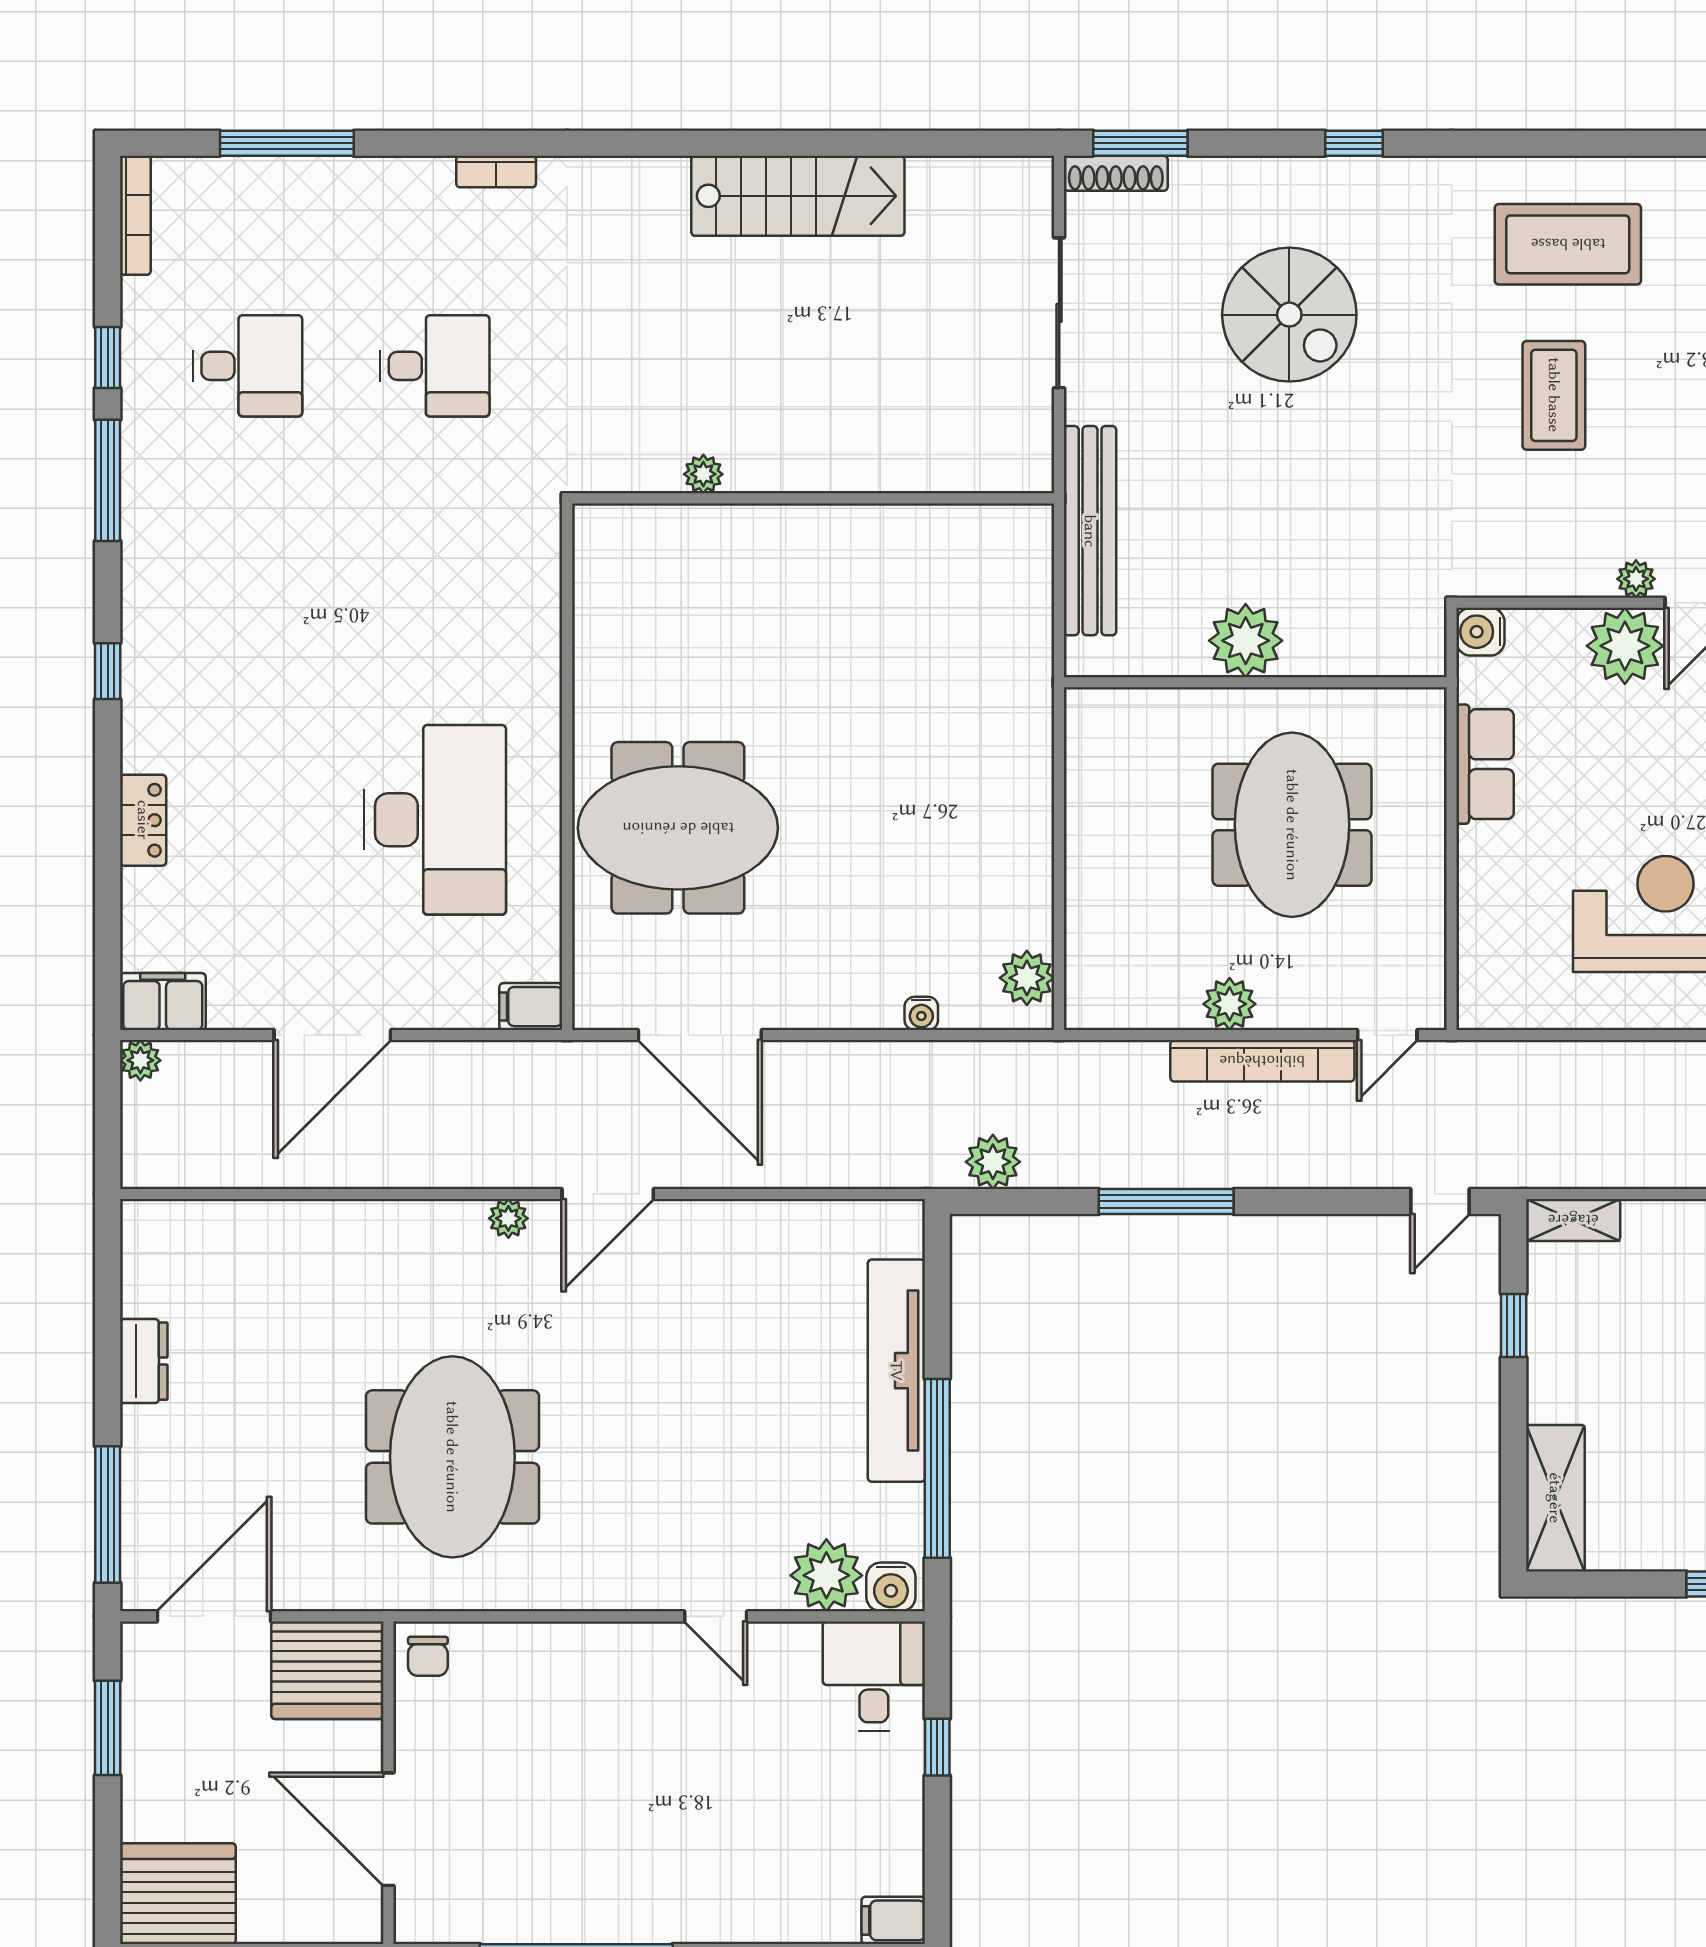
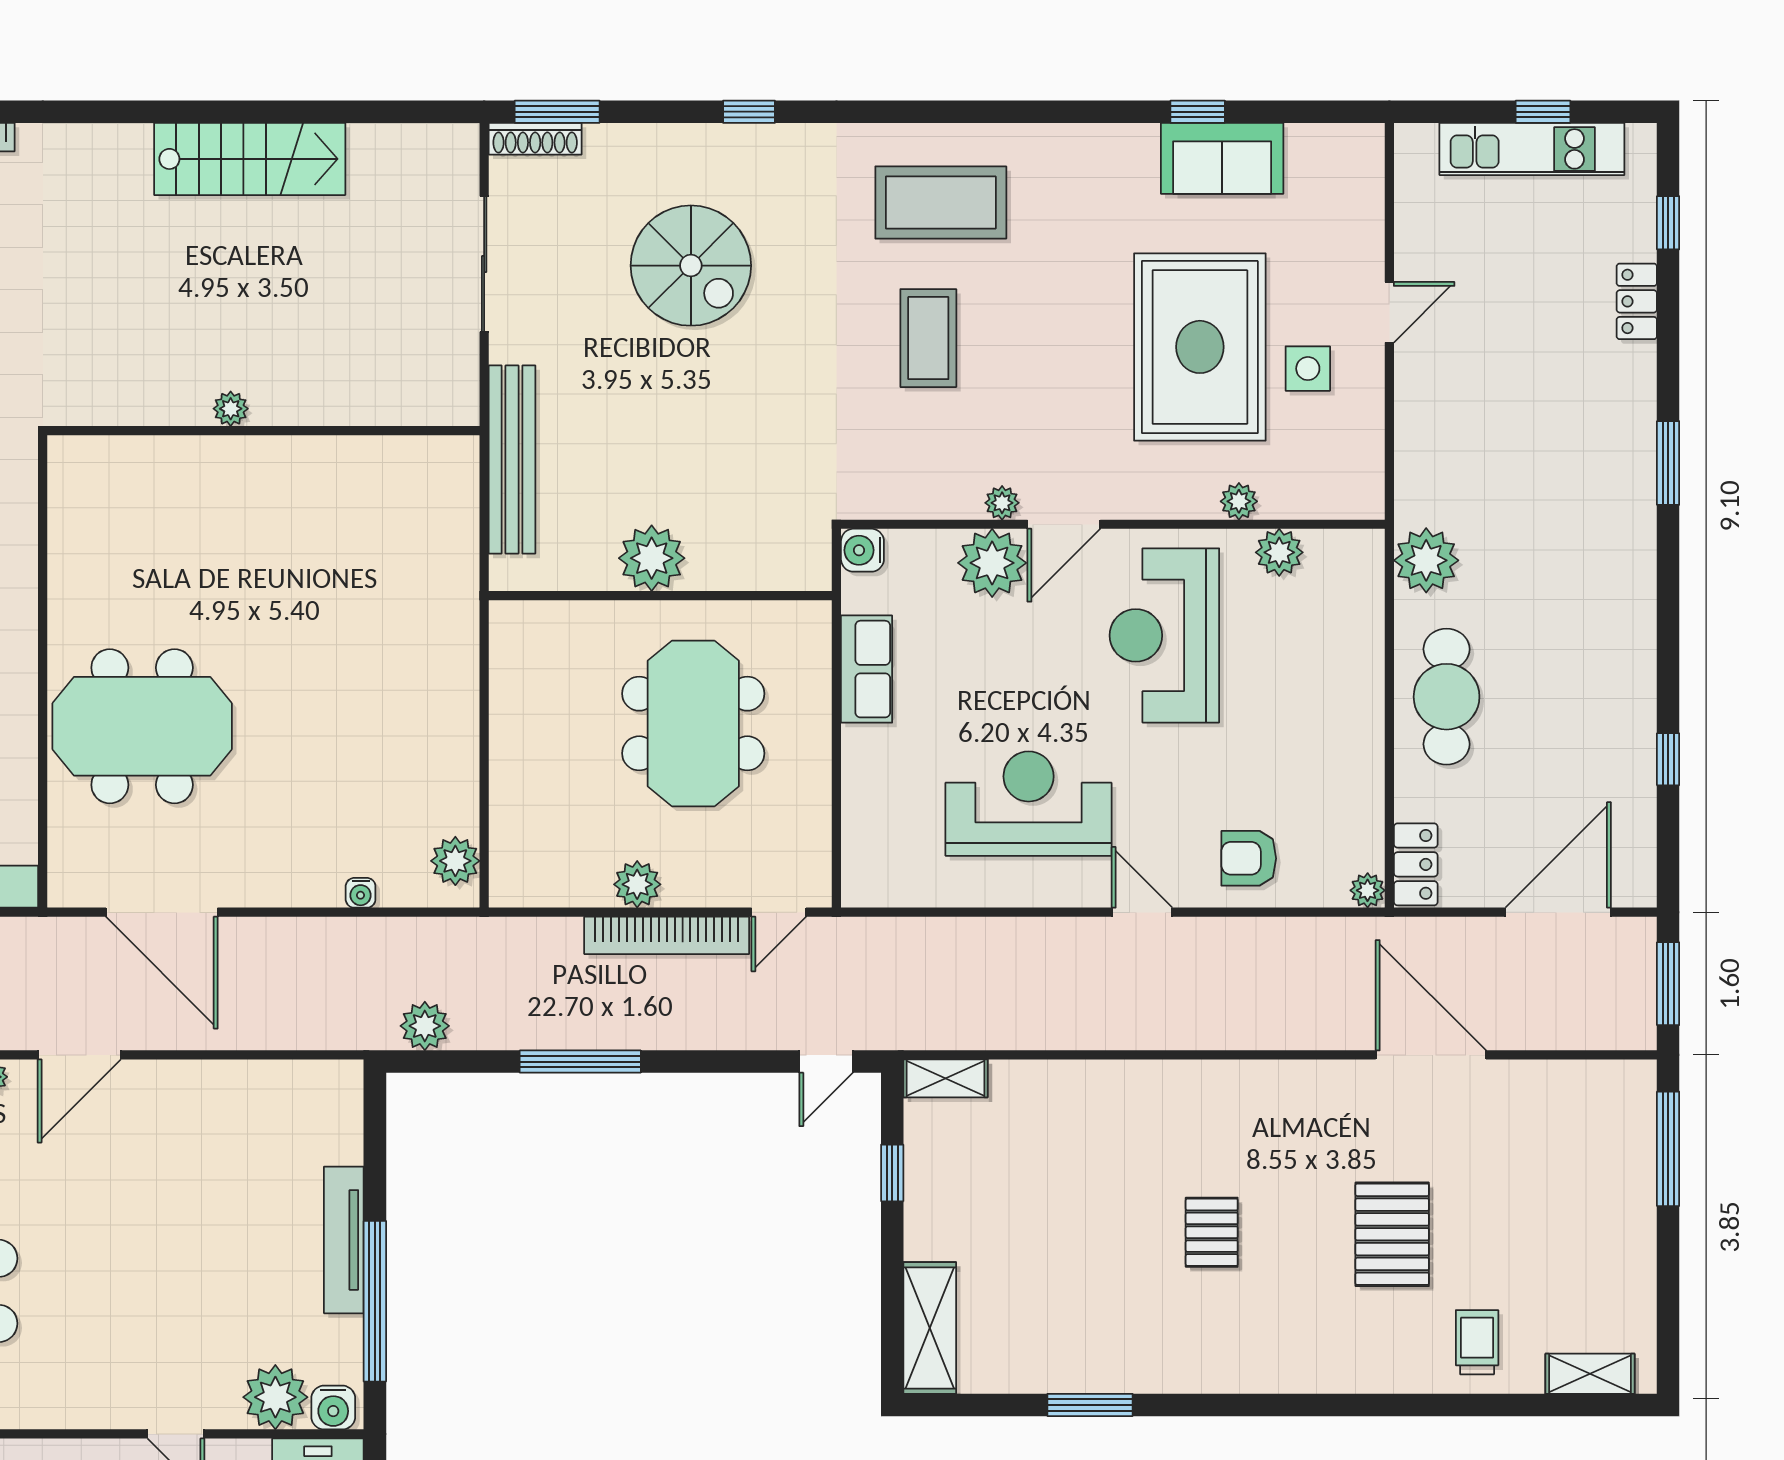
plant: (703, 474) -> (231, 409), moved
tv unit: (896, 1371) -> (344, 1240), width x0.73, depth x0.78

